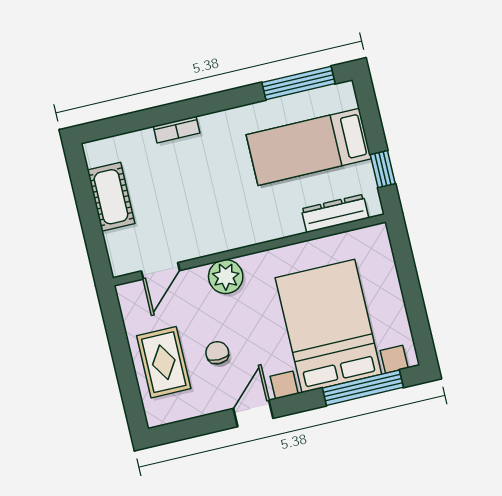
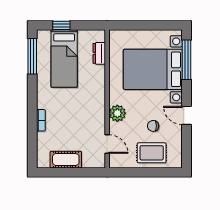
window: (383, 169) -> (61, 25), moved
dresser: (335, 213) -> (99, 53), width x0.70

